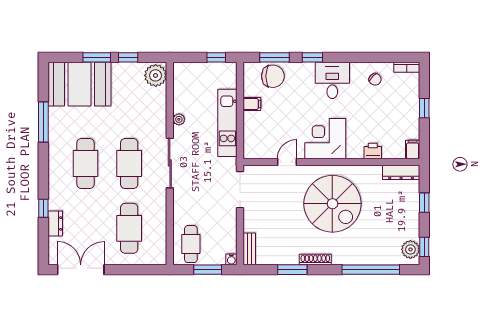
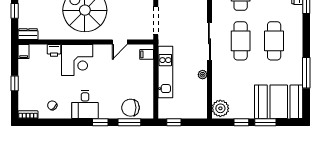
filing cabinet: (252, 104) -> (147, 54), moved
corner desk: (325, 139) -> (77, 60), moved
dresser: (401, 172) -> (28, 34), width x0.70

